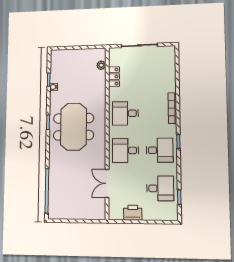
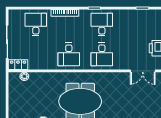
locker: (114, 77) -> (18, 65), moved
double door: (107, 183) -> (143, 71), moved
desk: (160, 188) -> (36, 24), moved

